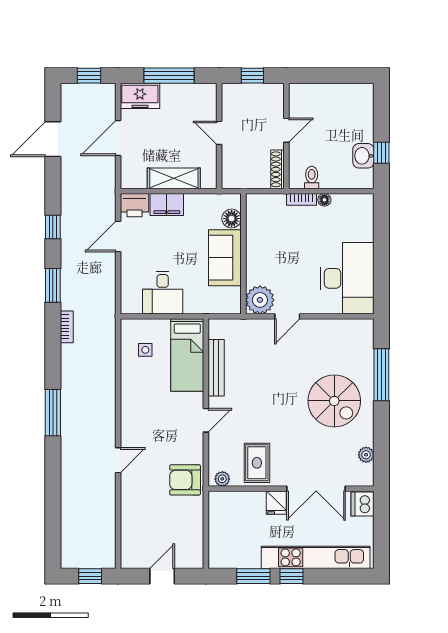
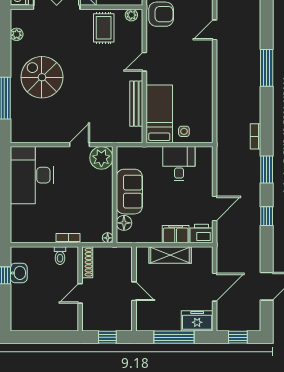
floor lamp: (324, 200) -> (108, 238), moved
side table: (145, 350) -> (184, 131), moved

